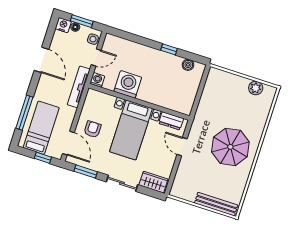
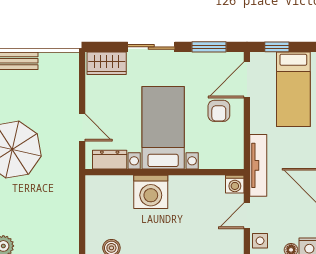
washing machine: (128, 84) -> (151, 192), moved
door: (68, 143) -> (247, 80), hinge flipped

